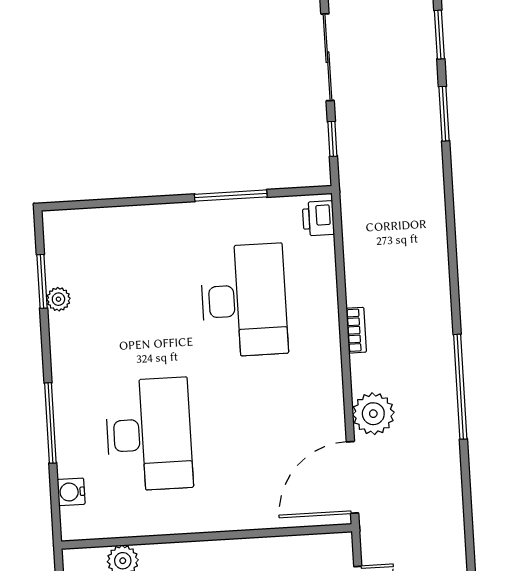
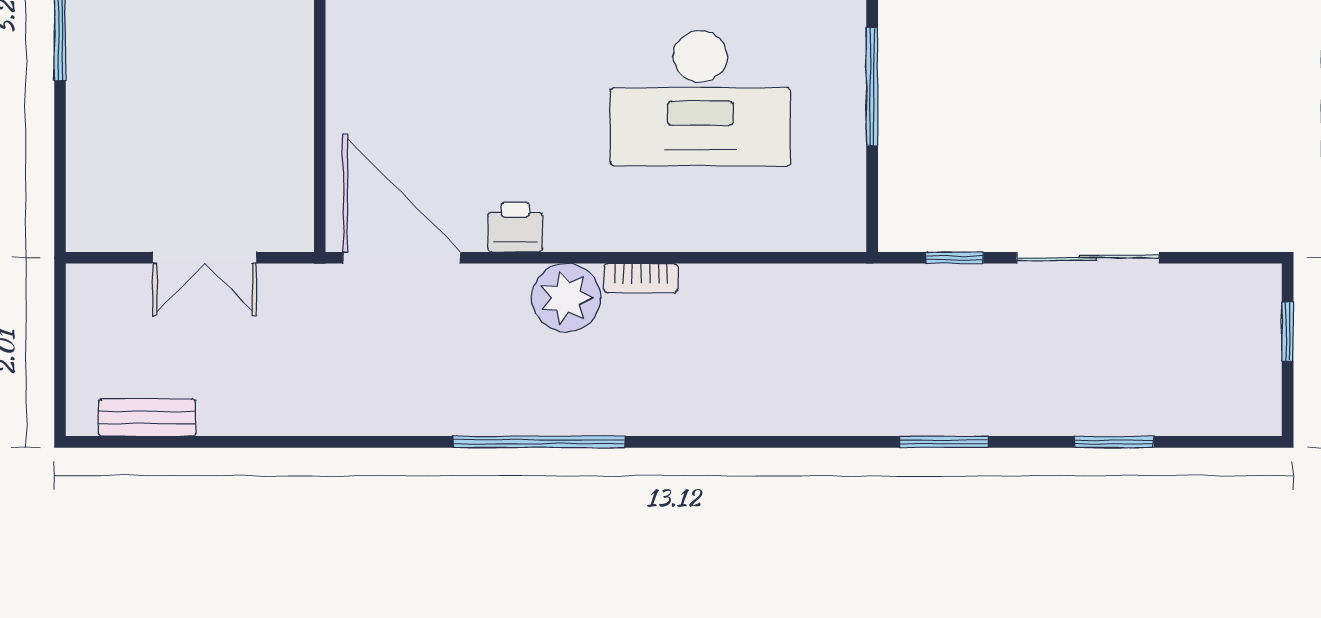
window: (444, 114) -> (944, 442), moved
printer: (318, 218) -> (515, 227), moved
plant: (373, 414) -> (566, 298), moved

